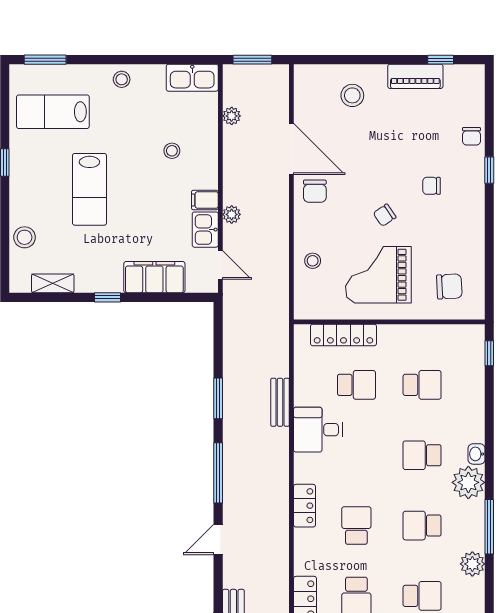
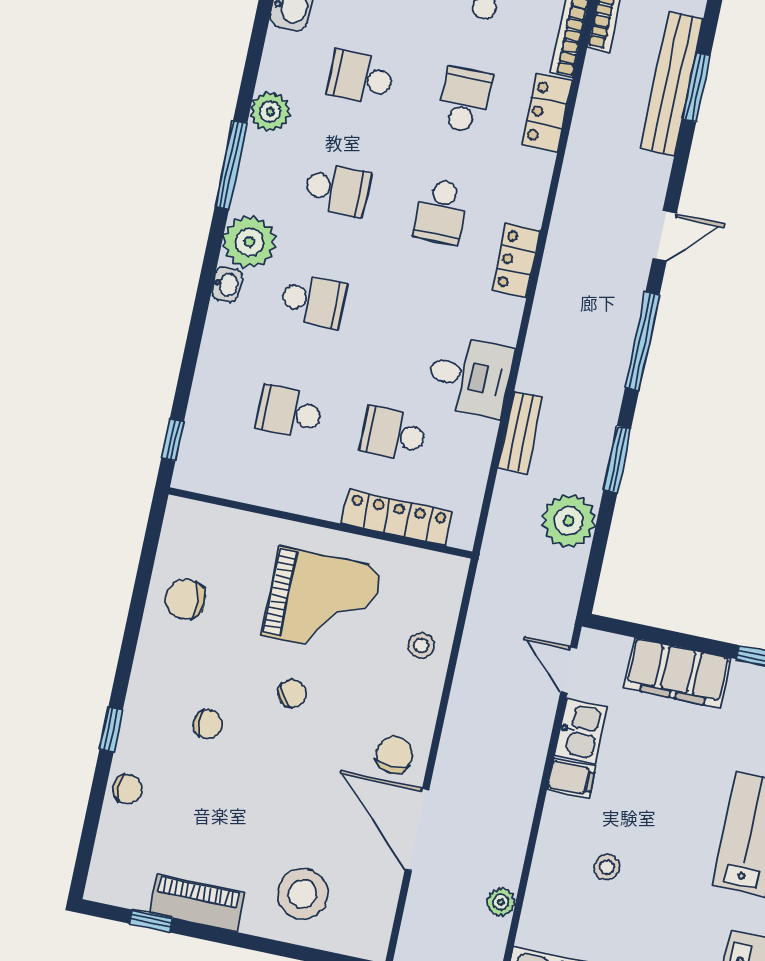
stool: (352, 95) -> (303, 894), width x1.38, depth x1.38
chair: (472, 136) -> (128, 789), turned 90
plant: (232, 214) -> (569, 521), moved, width x1.87, depth x1.87
chair: (449, 286) -> (185, 599), moved

